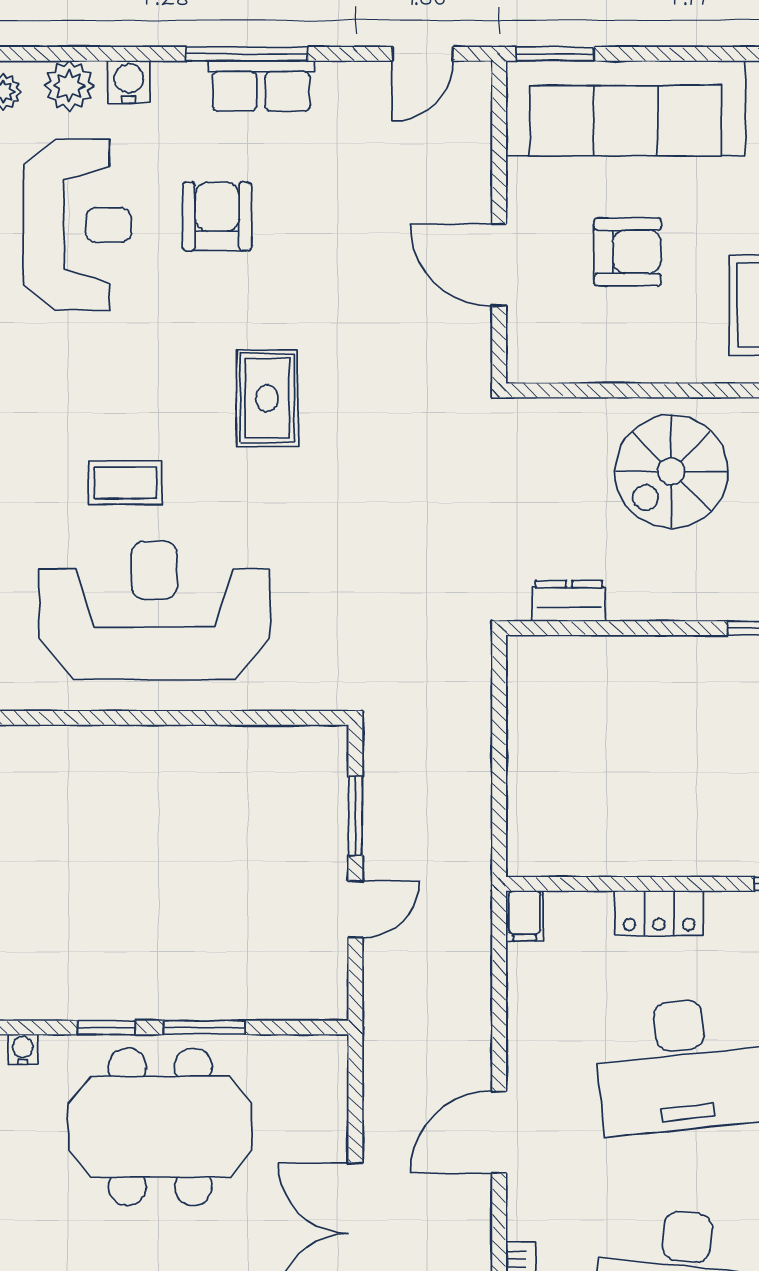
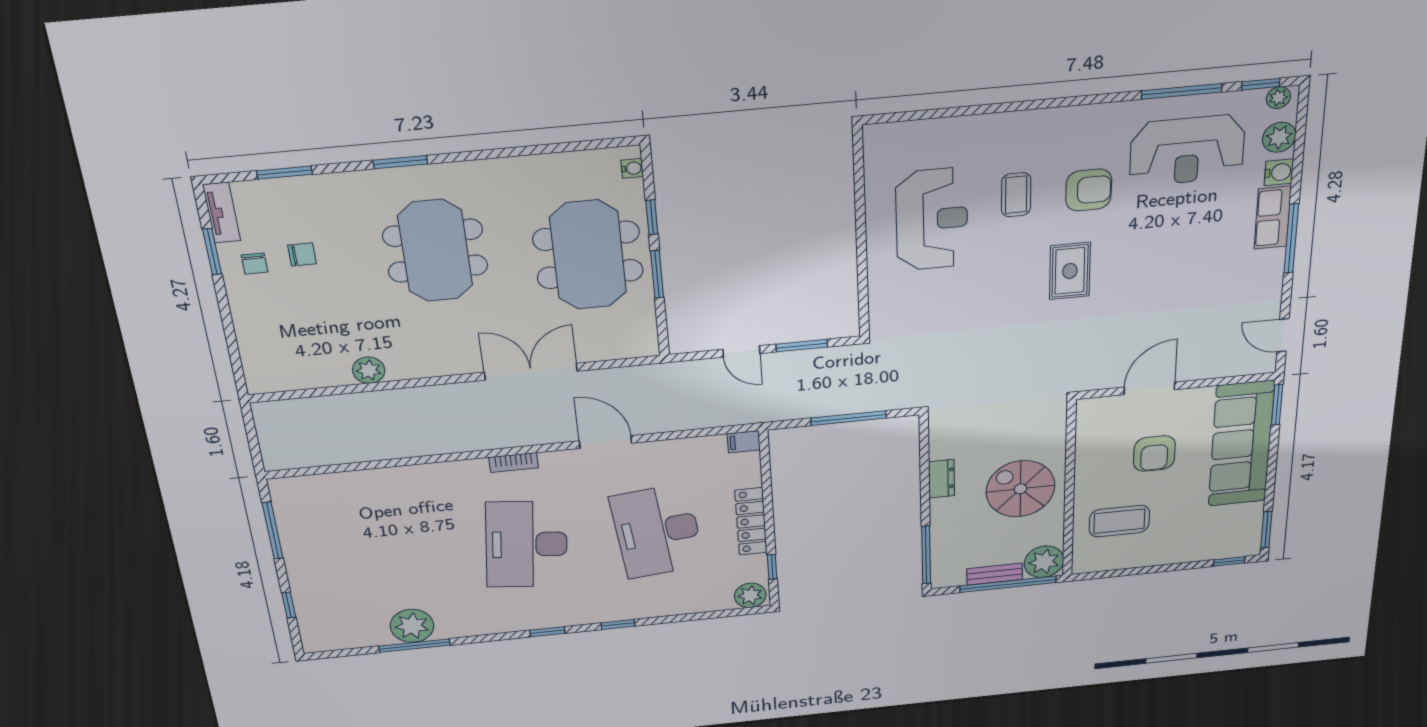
row of seats: (261, 86) -> (1273, 218), moved
armchair: (217, 216) -> (1089, 190), moved
rug: (267, 398) -> (1070, 271), turned 90
dresser: (569, 601) -> (942, 479), moved
reception desk: (154, 610) -> (932, 219), width x0.74, depth x0.77
window: (499, 748) -> (849, 418), added
locker: (659, 913) -> (751, 521), width x1.53

